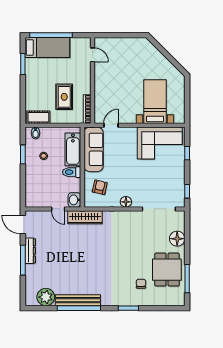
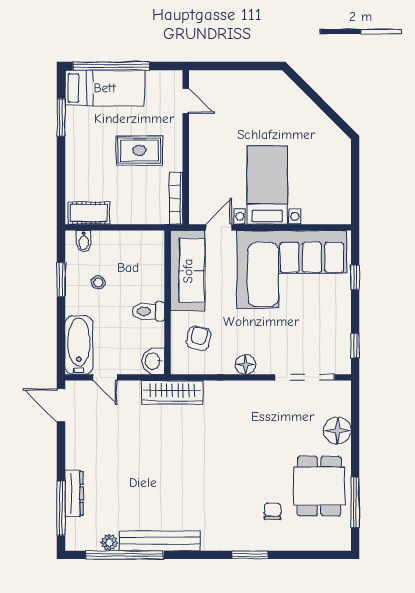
rug: (64, 97) -> (139, 151), moved, turned 90
bed with nightstands: (155, 102) -> (267, 185), moved
corner sofa: (160, 143) -> (292, 269), width x1.36, depth x1.36
bathtub: (73, 149) -> (79, 345), moved, turned 180
door: (58, 209) -> (105, 377), moved
dresser: (30, 251) -> (74, 493), moved
window: (23, 260) -> (61, 508), moved
plant: (46, 297) -> (109, 542), width x0.53, depth x0.53
window: (79, 308) -> (125, 555), moved

